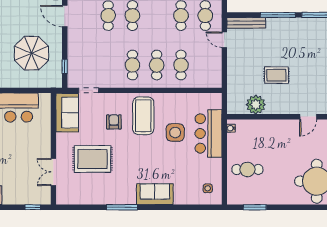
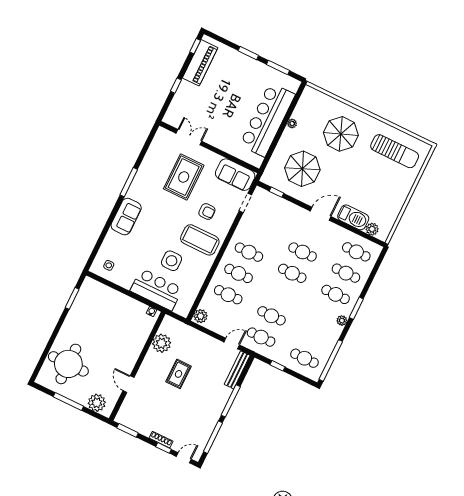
plant: (213, 81) -> (201, 316), added
cafe table: (247, 170) -> (108, 308), removed
window: (33, 207) -> (176, 86), moved

